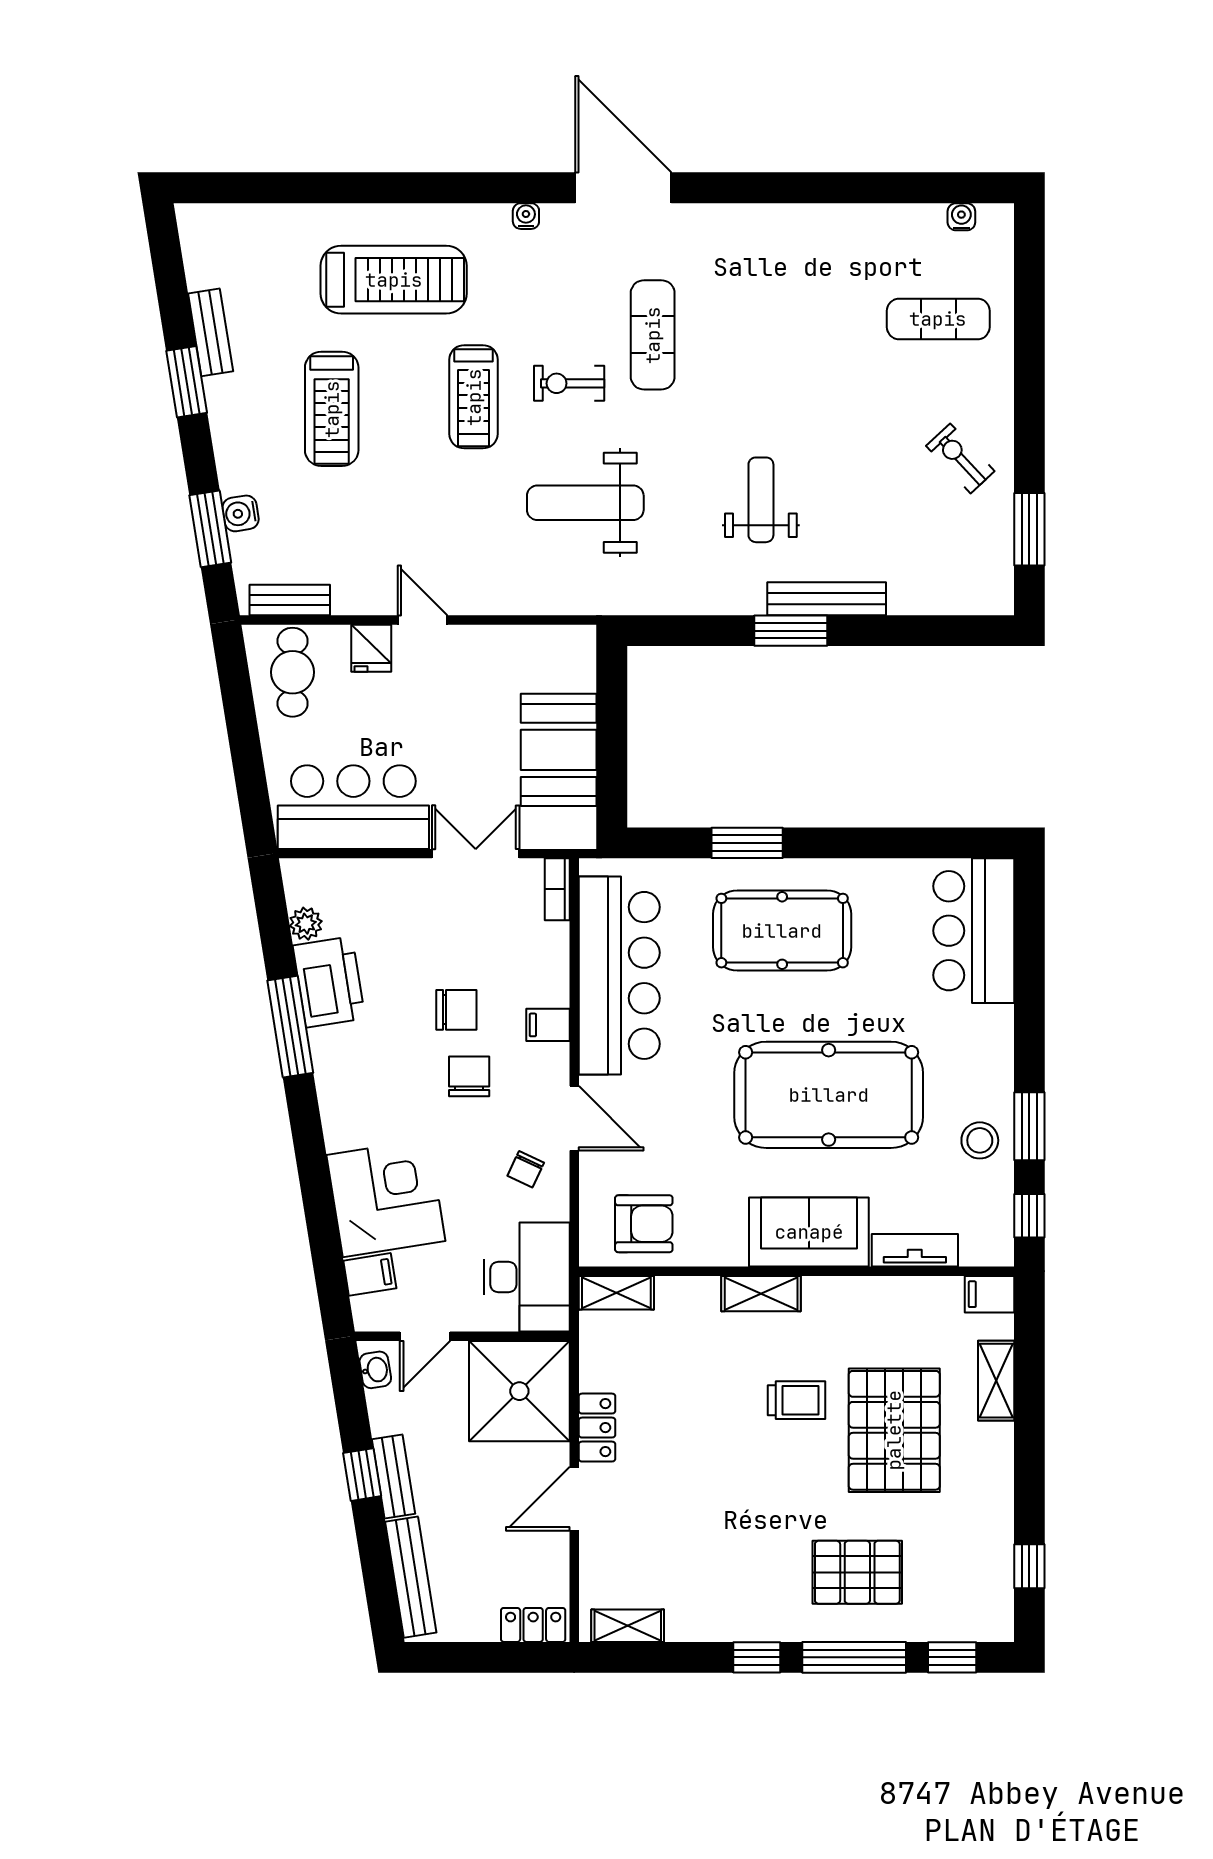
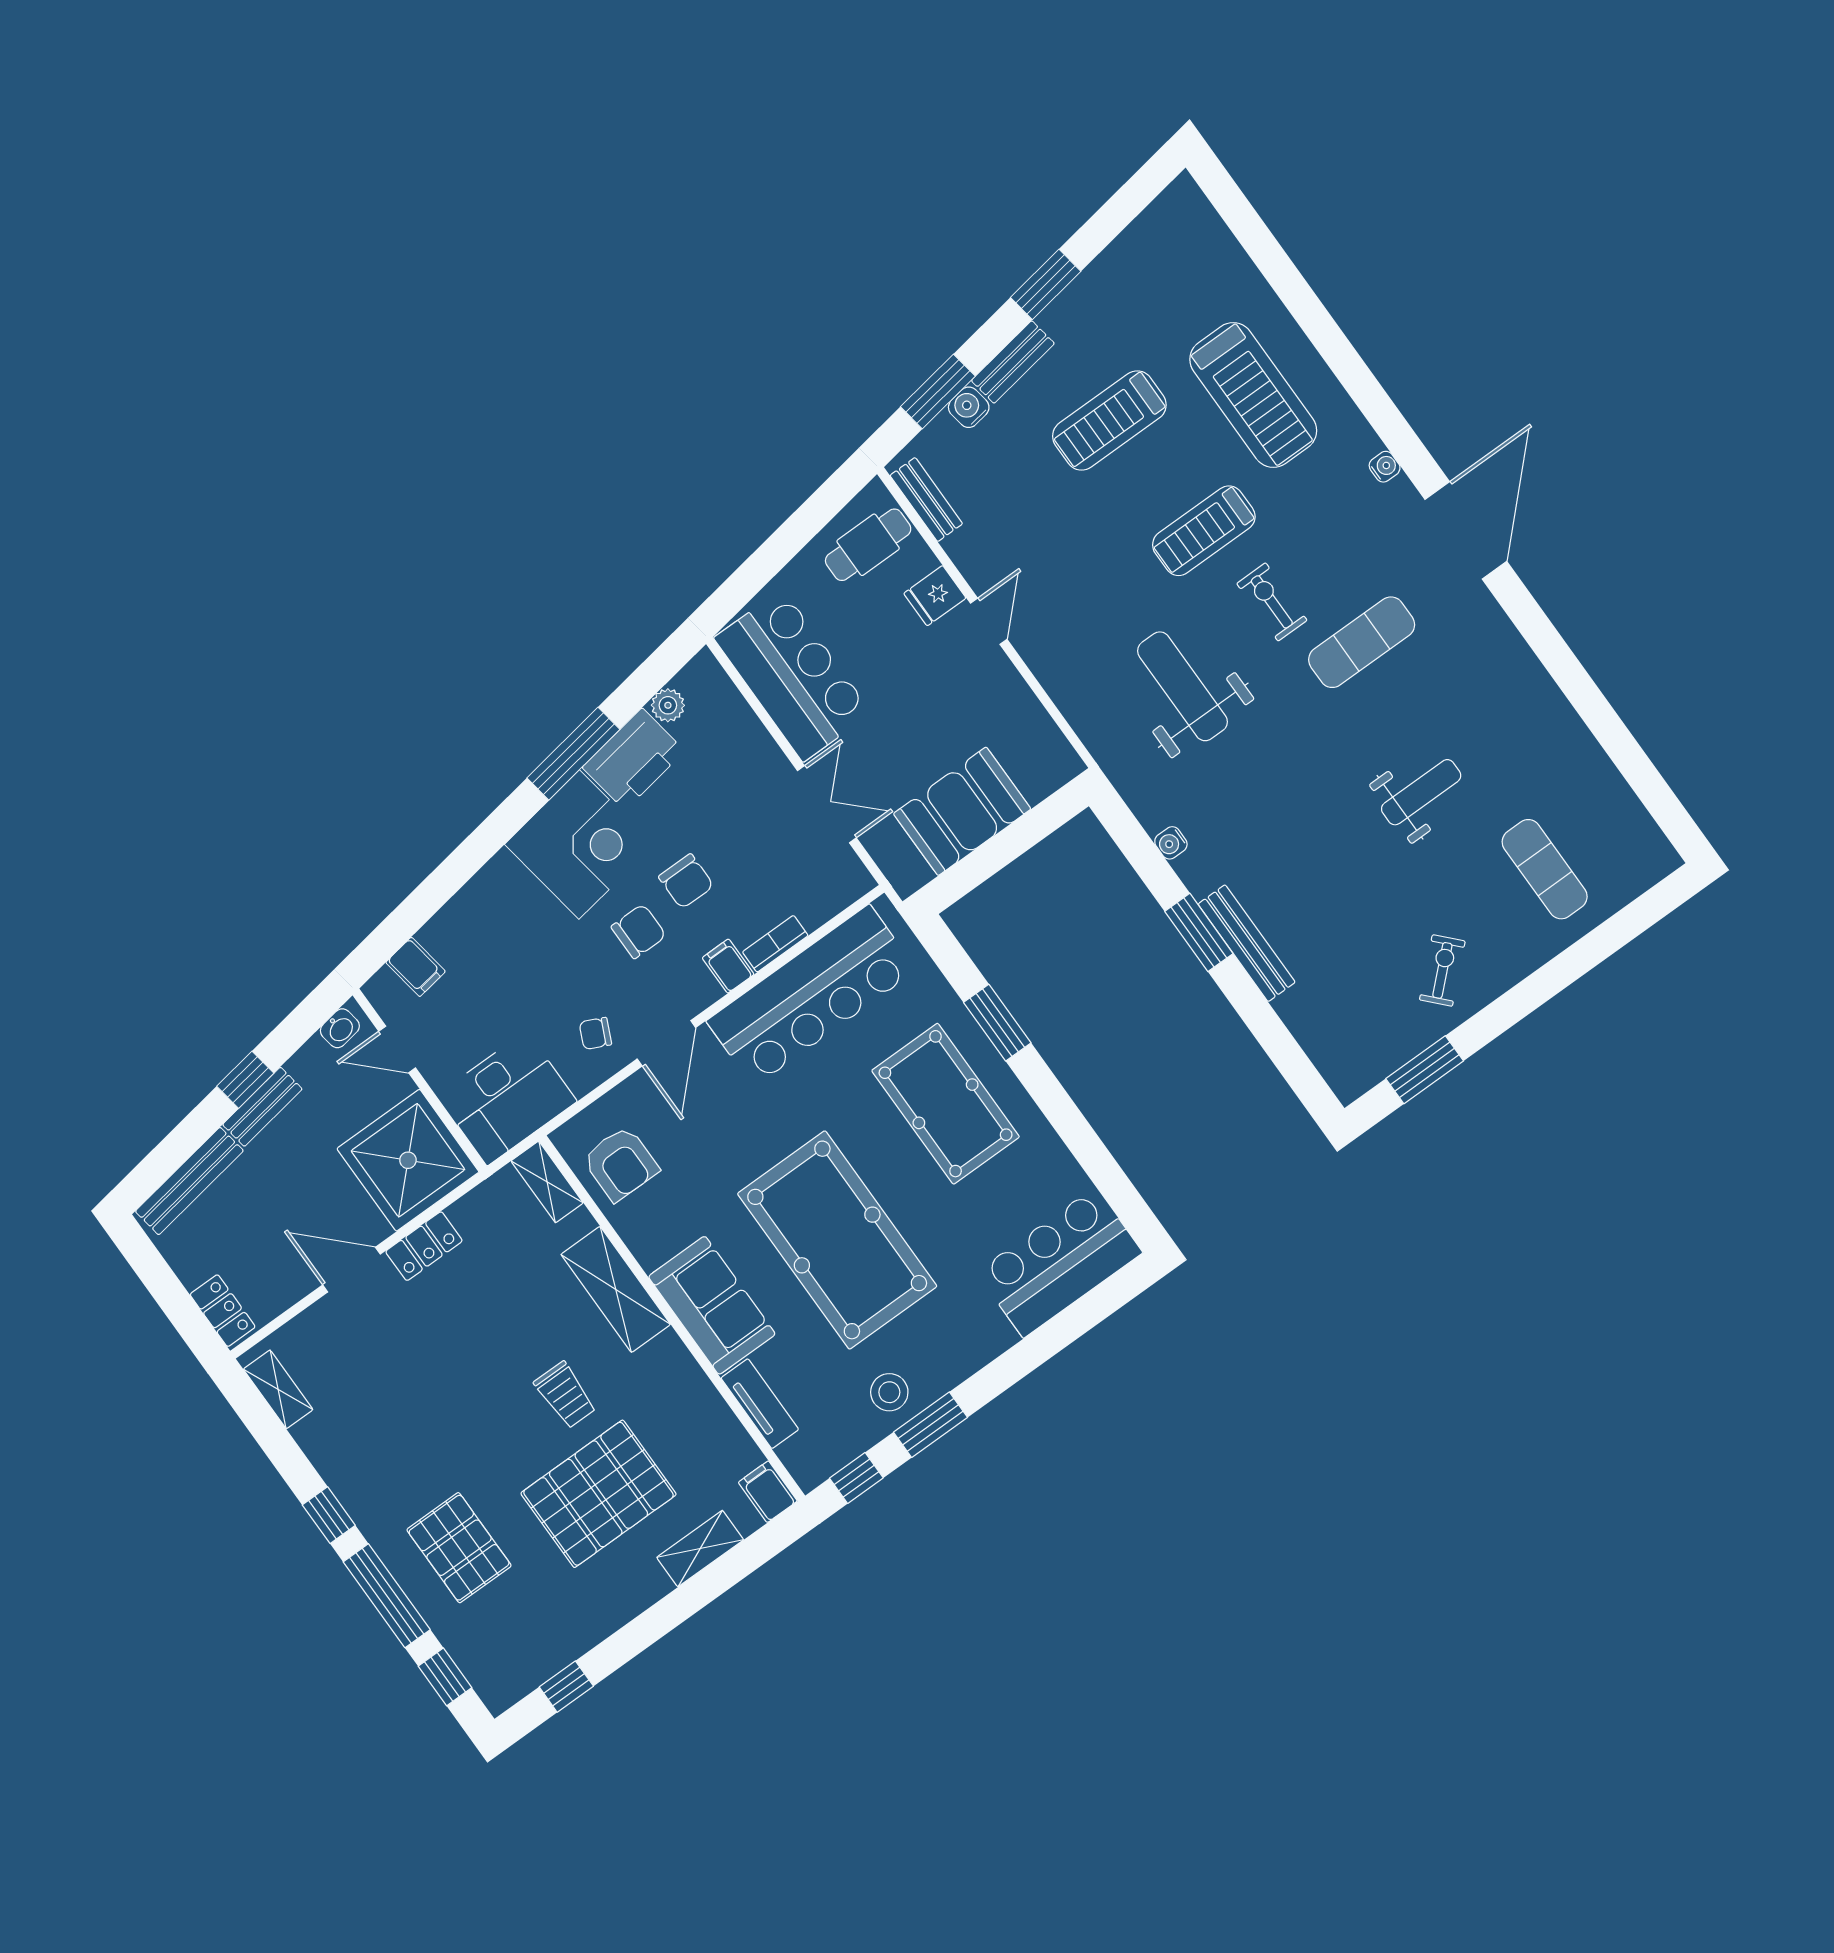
water cooler: (961, 217) -> (1171, 843), moved, turned 180
bench: (211, 332) -> (1013, 362), moved
weight bench: (761, 500) -> (1421, 792), moved
bookcase: (557, 889) -> (775, 944), moved
corner desk: (386, 1198) -> (579, 845), moved
shelving: (761, 1294) -> (616, 1289), width x1.50, depth x1.33

